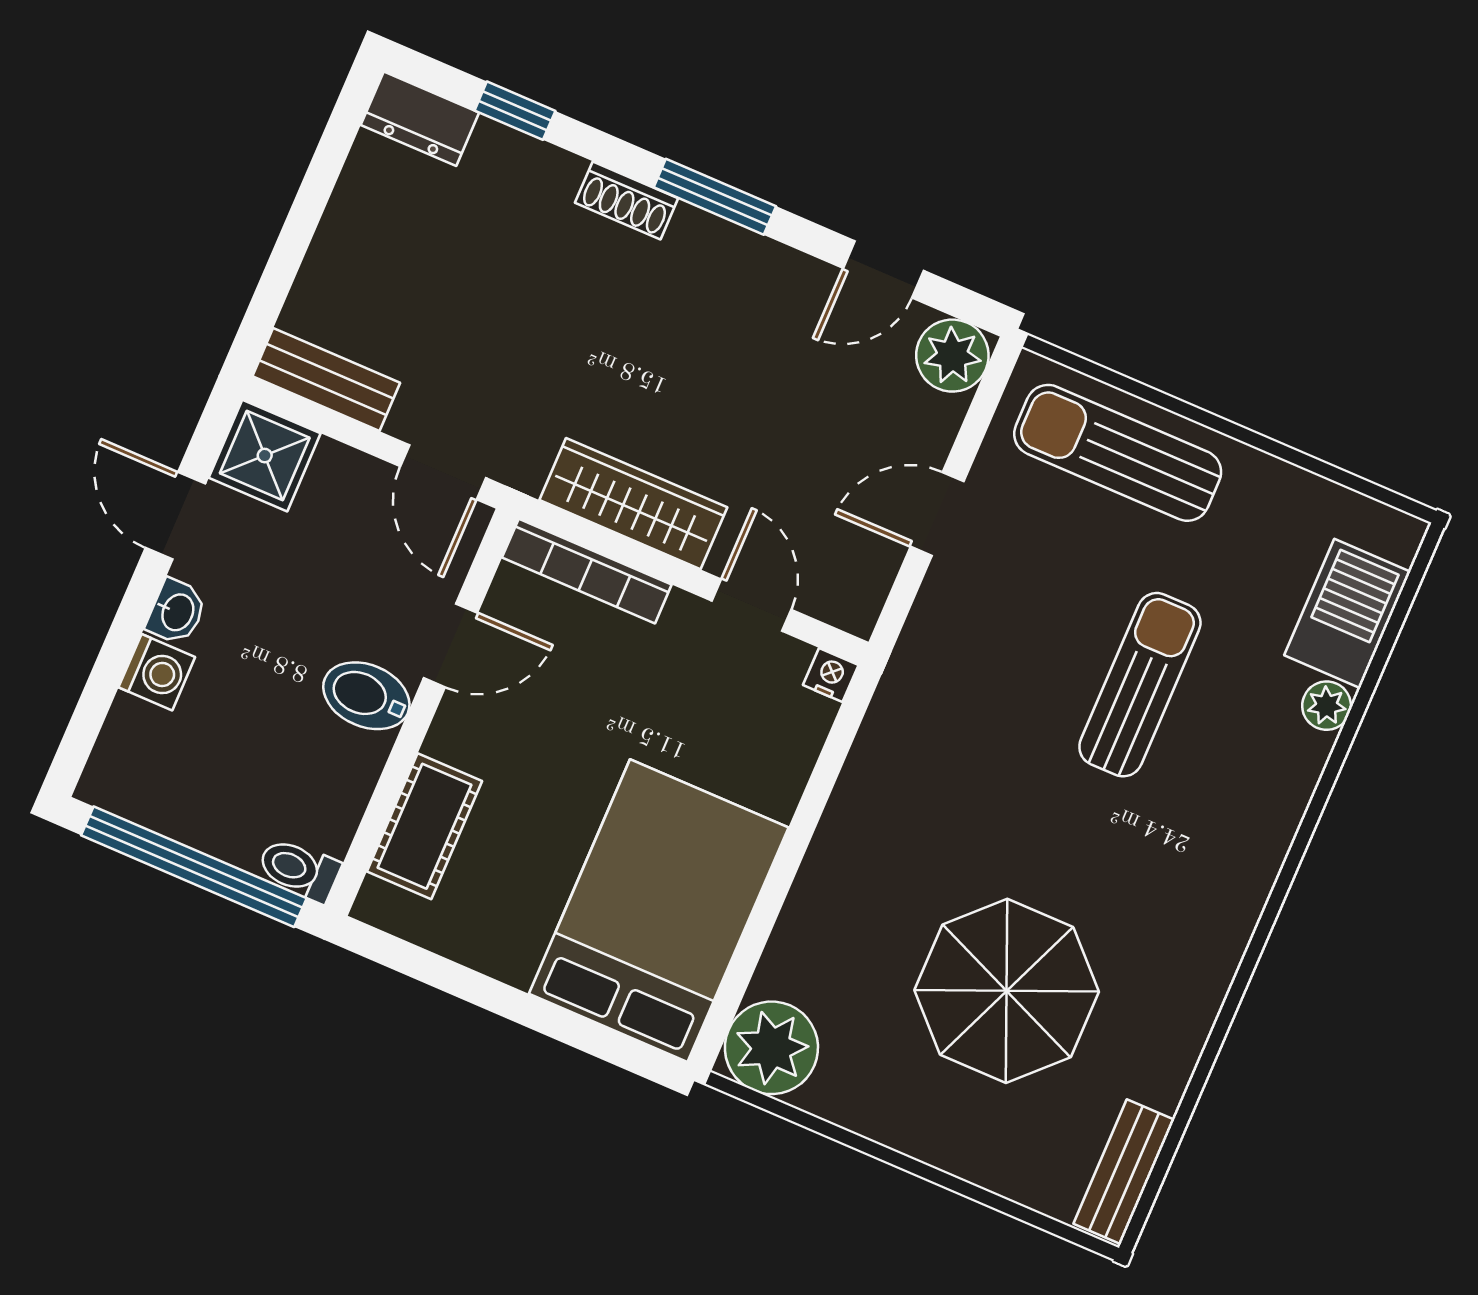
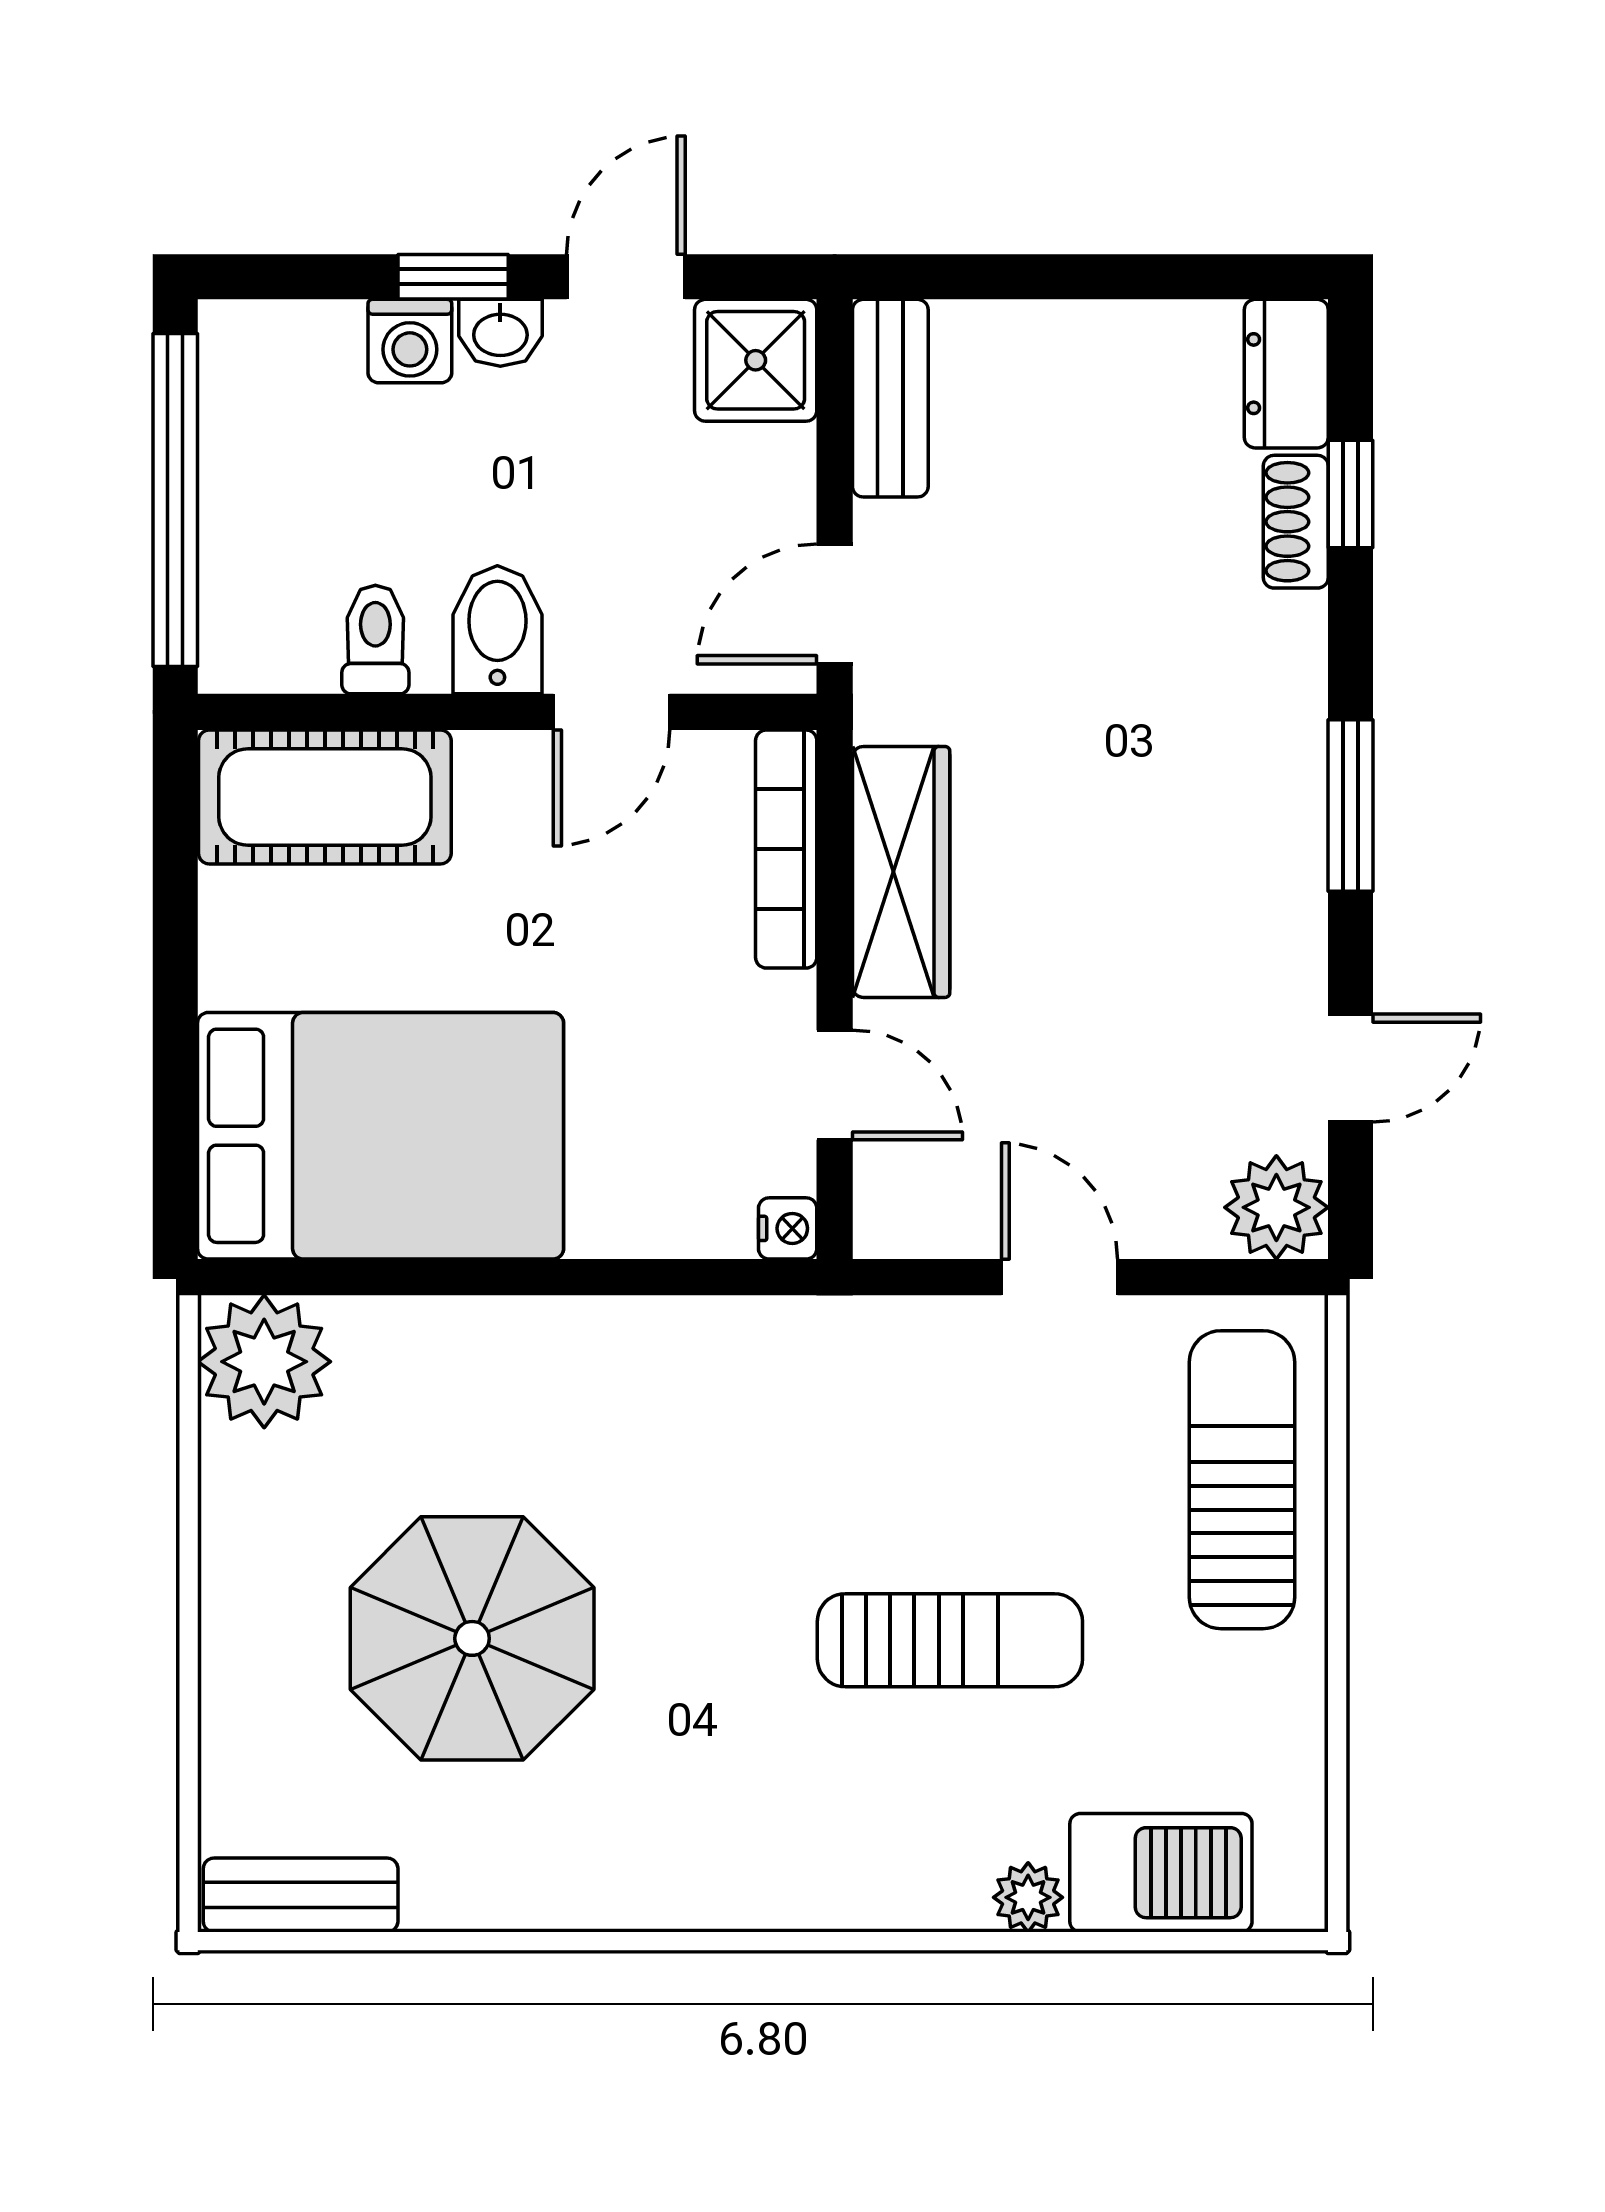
shoe rack: (627, 200) -> (1296, 522), moved
door: (883, 269) -> (1351, 1068), swing flipped
door: (752, 605) -> (835, 1085), hinge flipped
window: (128, 627) -> (453, 277), added
door: (451, 645) -> (611, 712), hinge flipped
cot: (424, 826) -> (325, 797), width x1.37, depth x1.34
toilet: (299, 869) -> (375, 640), moved

